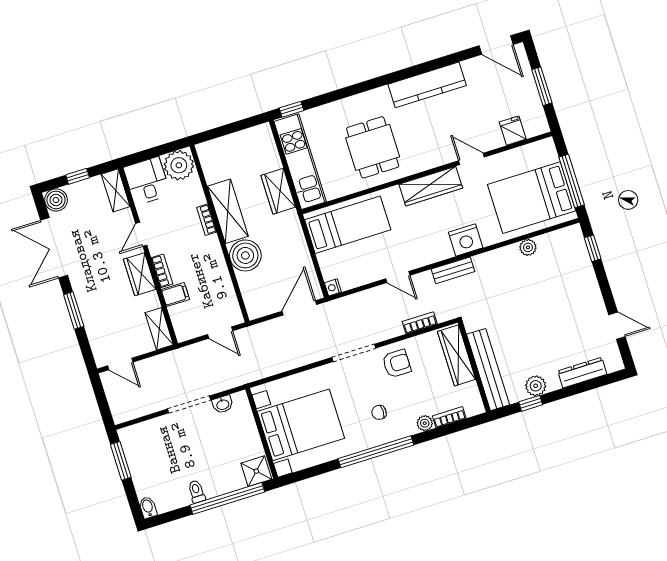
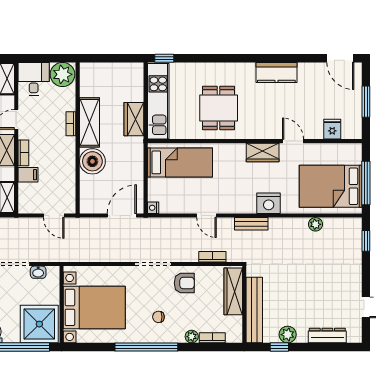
kitchen counter: (427, 85) -> (276, 72), width x0.67
wardrobe: (431, 186) -> (263, 153), width x0.67
shower: (256, 471) -> (39, 324), width x1.86, depth x1.86

